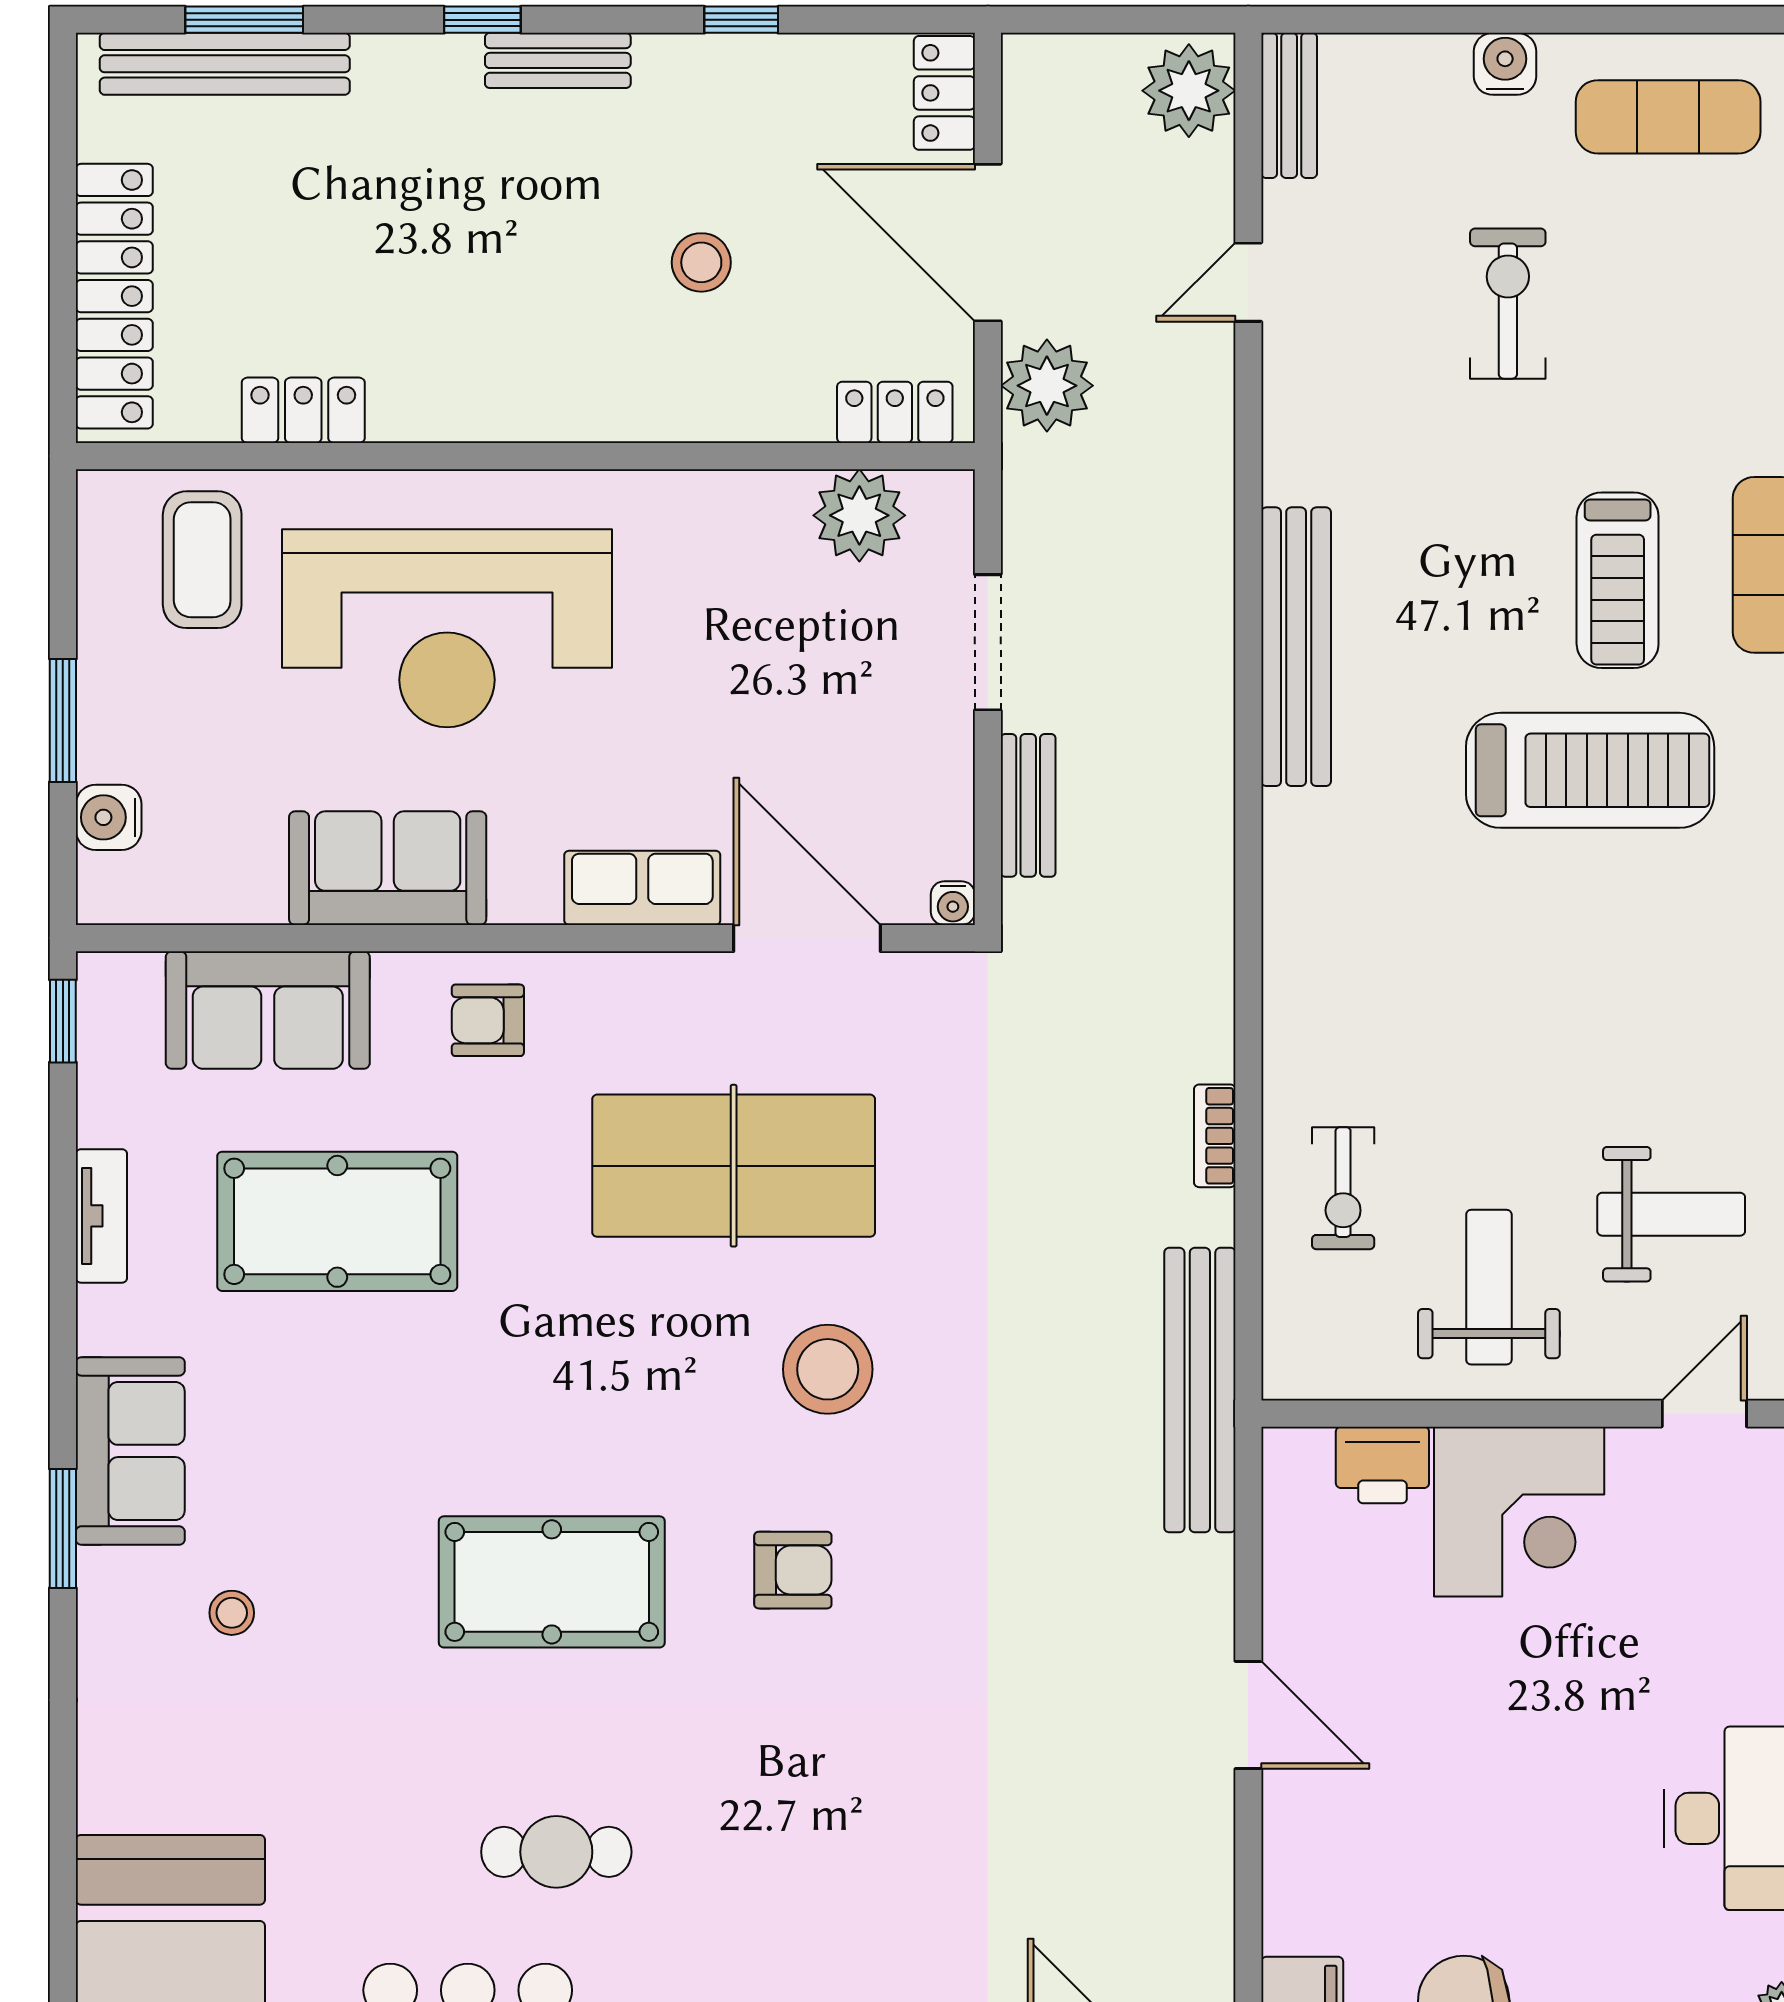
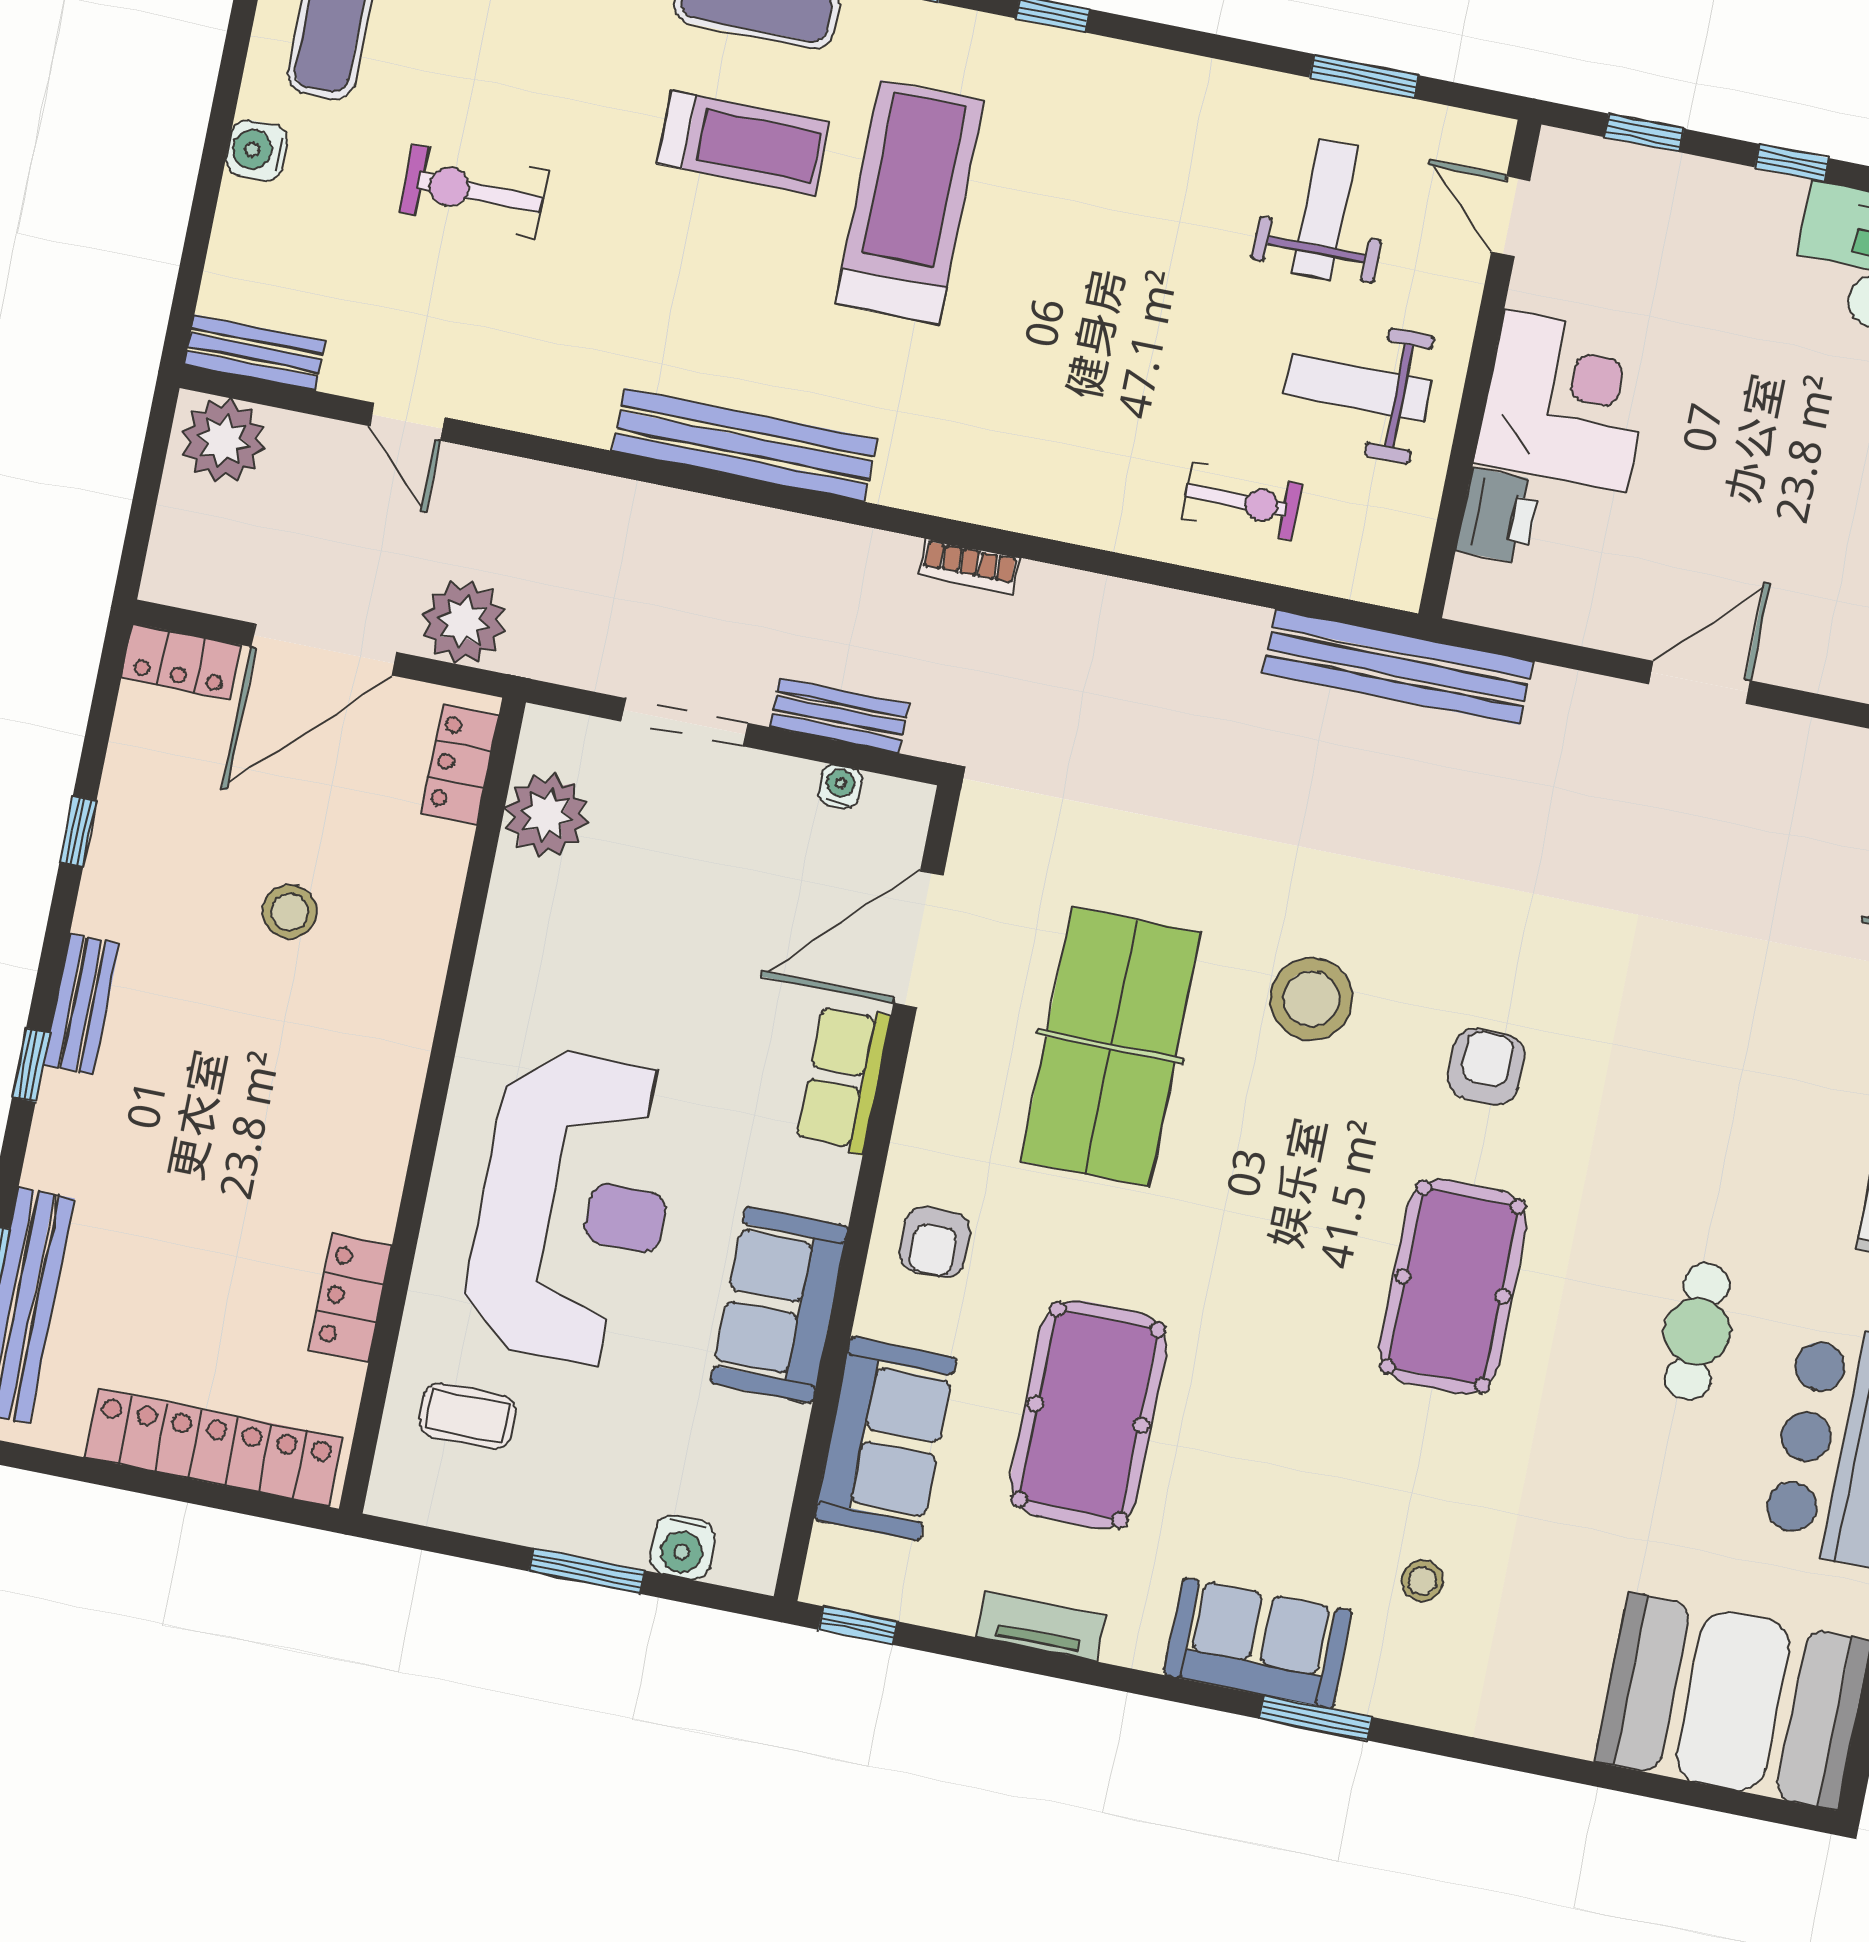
coffee table: (202, 560) -> (467, 1416), width x0.73, depth x0.77
water cooler: (953, 903) -> (840, 786), moved, turned -90
bookcase: (1215, 1136) -> (969, 567), moved

